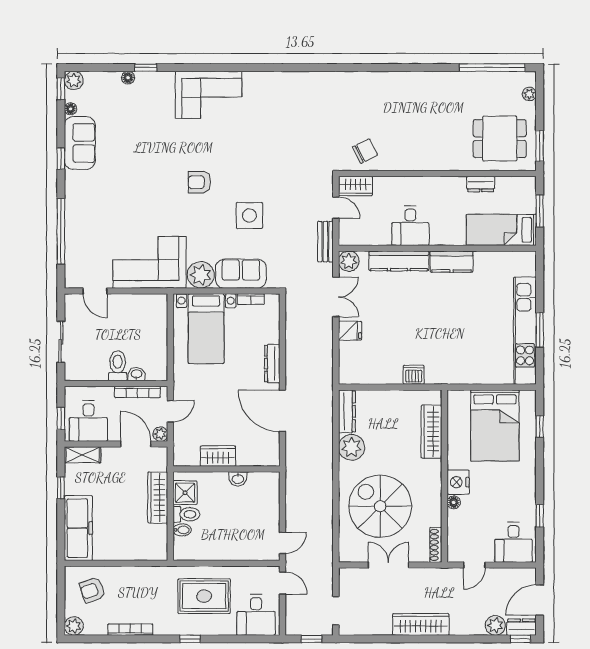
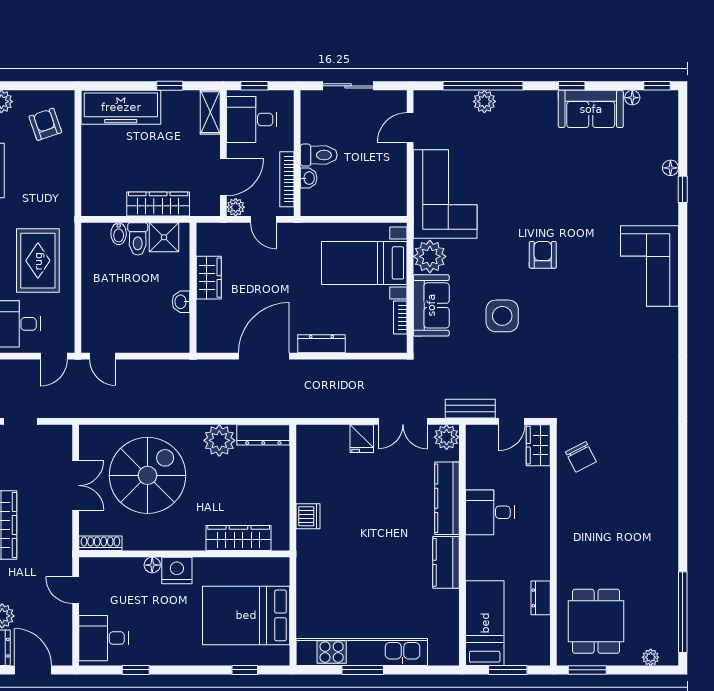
plant: (74, 80) -> (484, 101), moved

